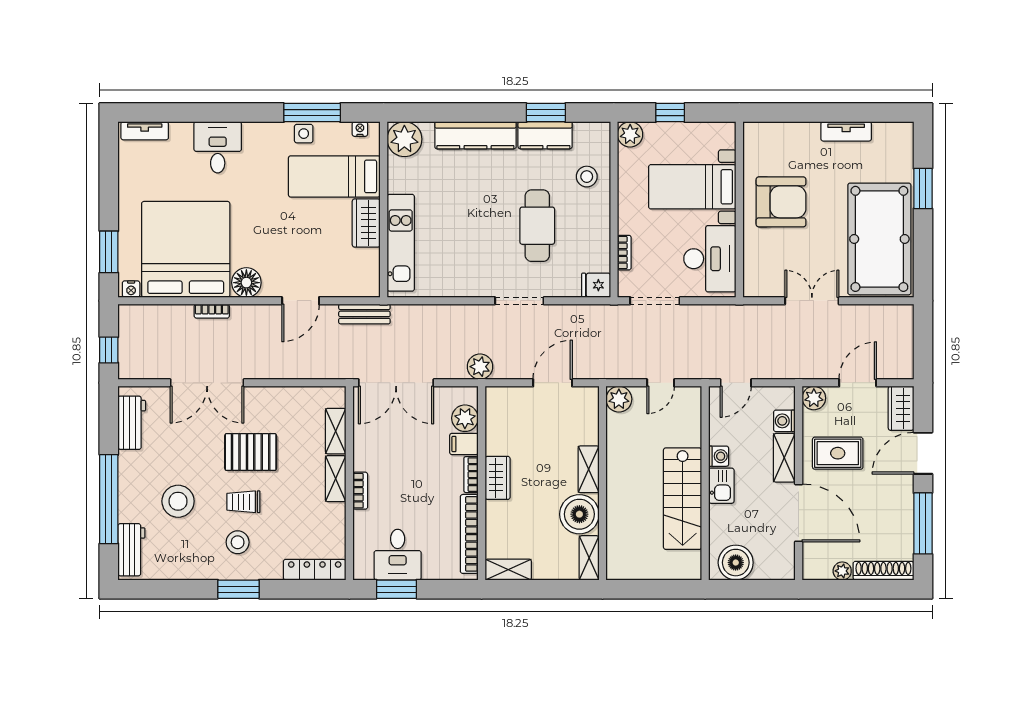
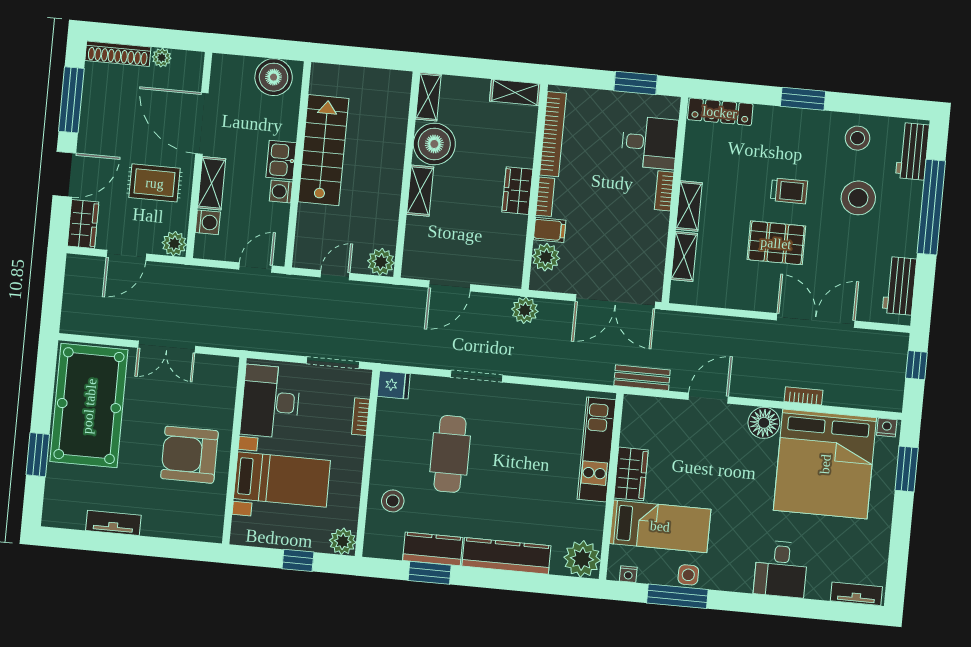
double door: (396, 383) -> (615, 302), swing flipped
stool: (238, 542) -> (858, 138), moved
desk: (398, 555) -> (649, 143), moved, turned 90

